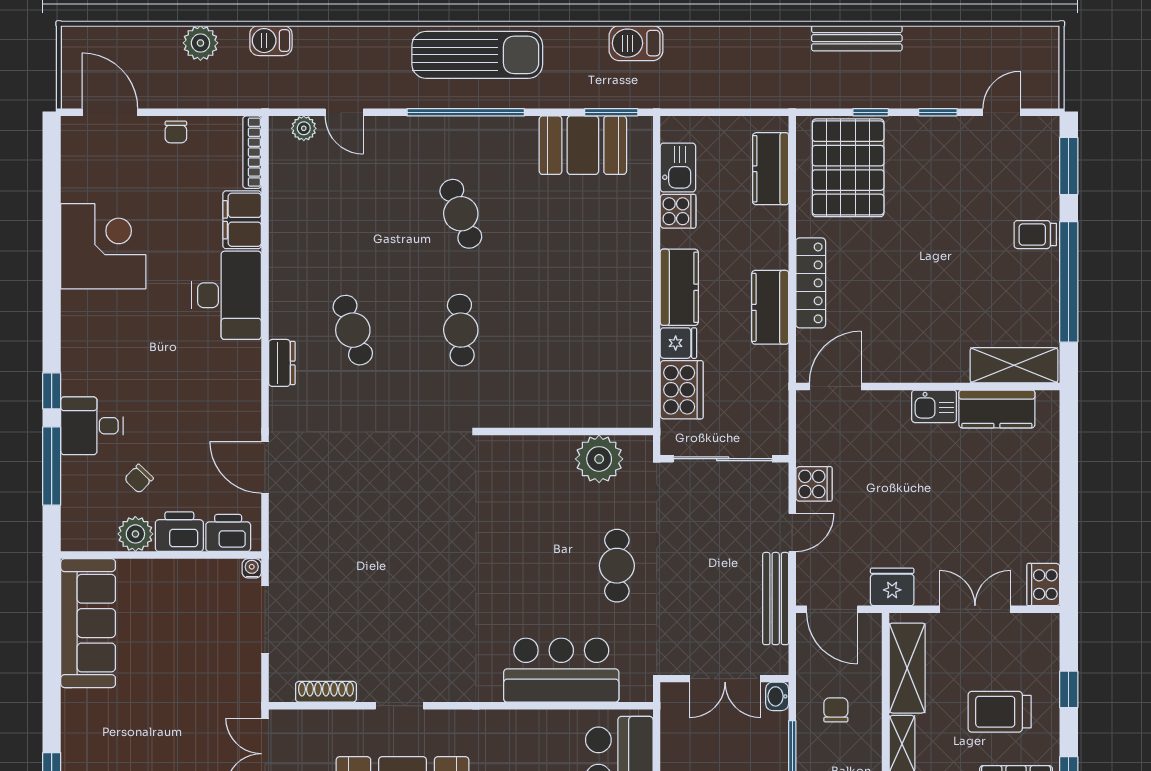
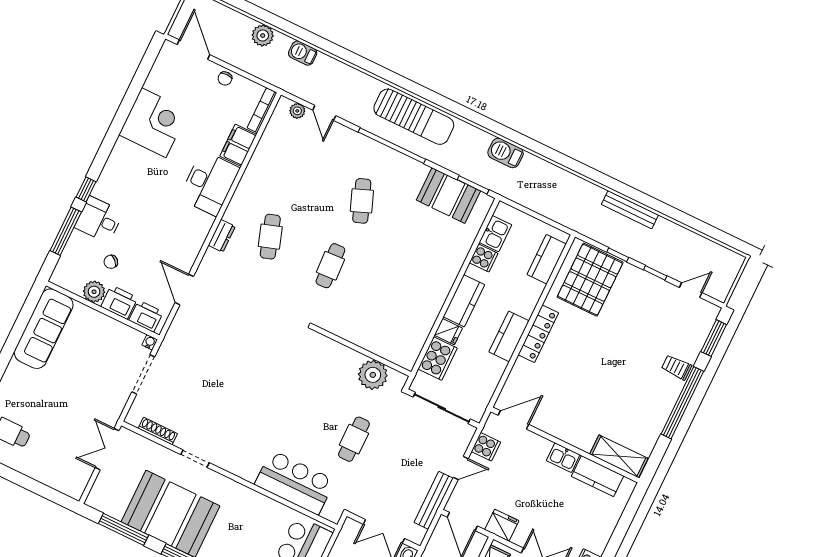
shelving: (1014, 365) -> (619, 456), moved
door: (835, 386) -> (513, 420), moved
wall: (928, 386) -> (565, 445), moved
kitchen sink: (934, 406) -> (563, 458), moved
kitchen counter: (997, 409) -> (598, 476), moved

